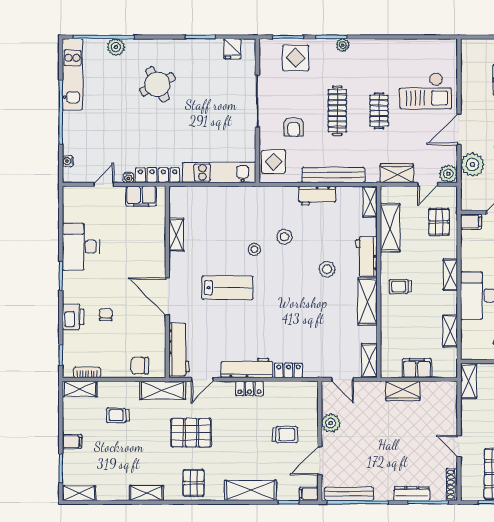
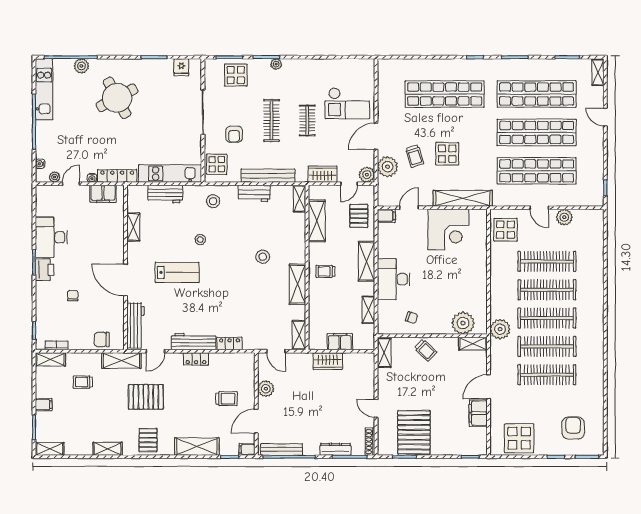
round table: (157, 84) -> (117, 98), width x1.36, depth x1.36
plant: (85, 176) -> (55, 177), added
stool: (284, 237) -> (213, 201), moved
workbench: (367, 256) -> (165, 194), moved, turned -90
shelving: (450, 275) -> (367, 261), width x1.50, depth x1.33
printer: (73, 317) -> (45, 270), moved

